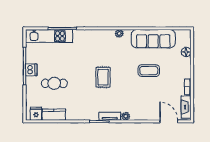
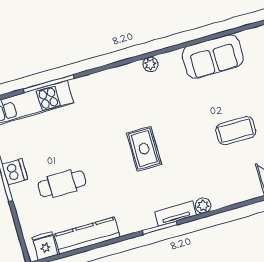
sofa: (153, 39) -> (213, 56), width x0.73
coffee table: (149, 71) -> (236, 131), moved
kitchen counter: (54, 115) -> (87, 236), width x1.50

